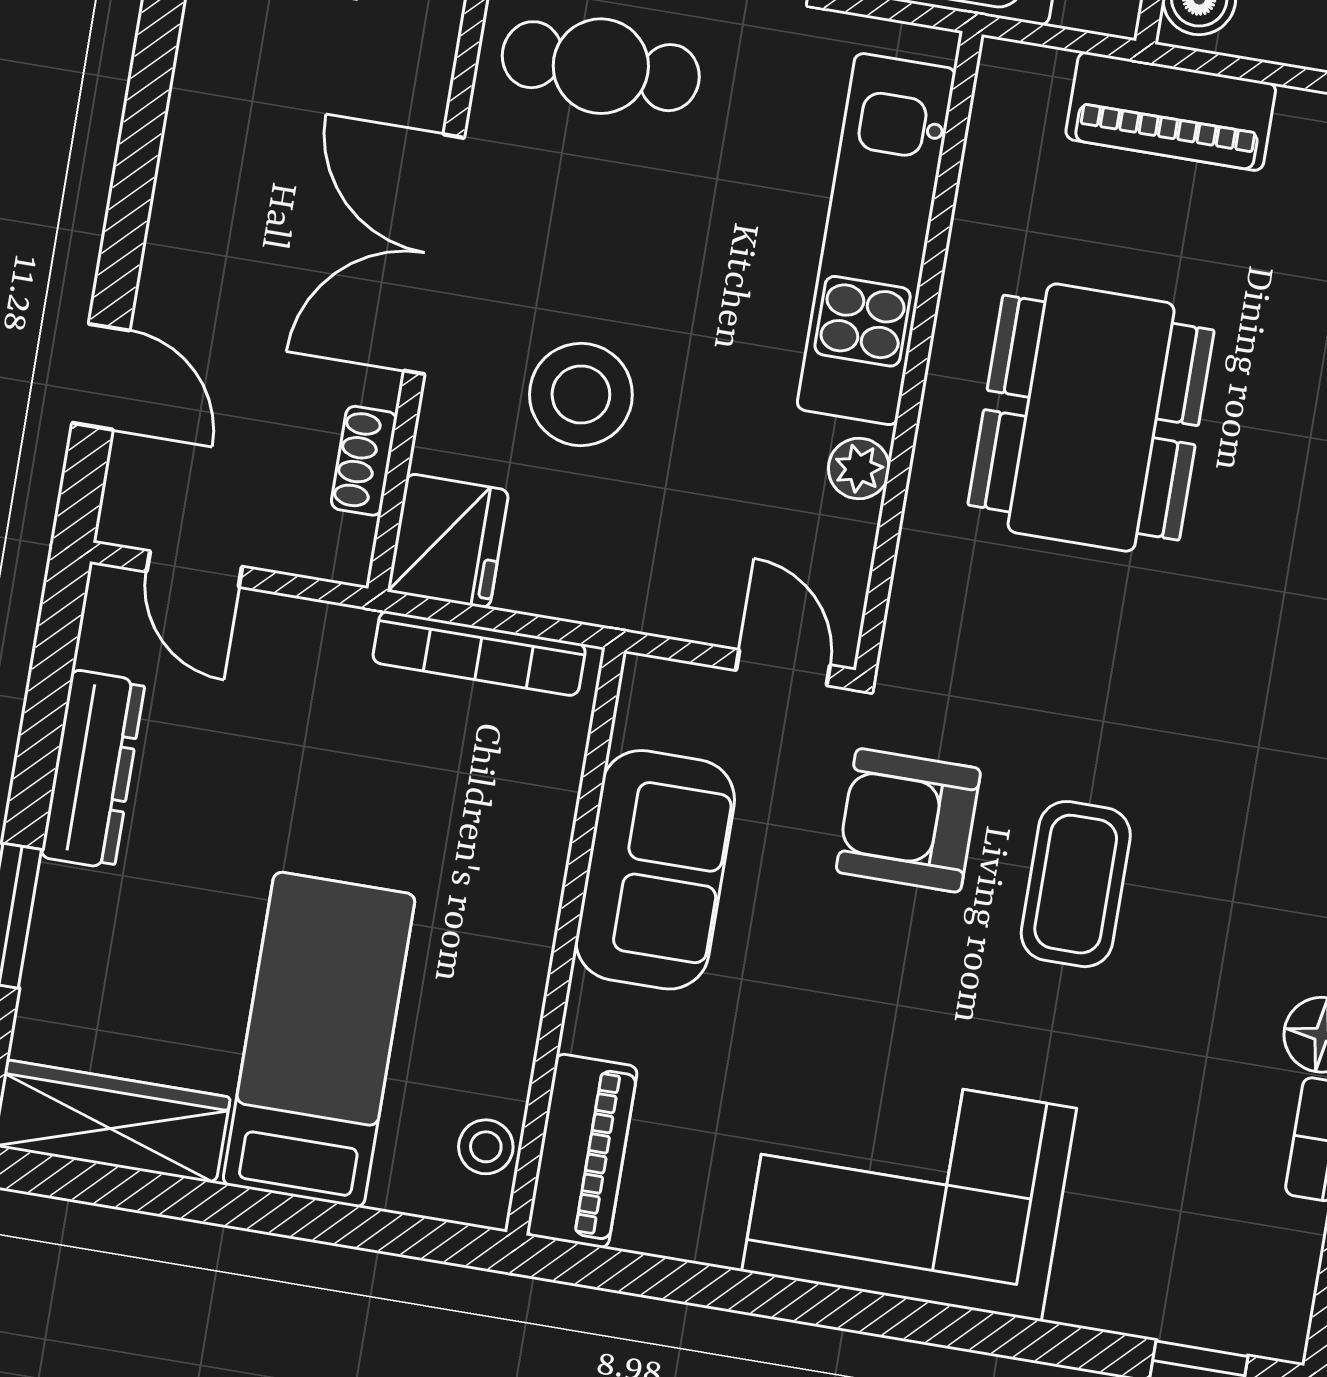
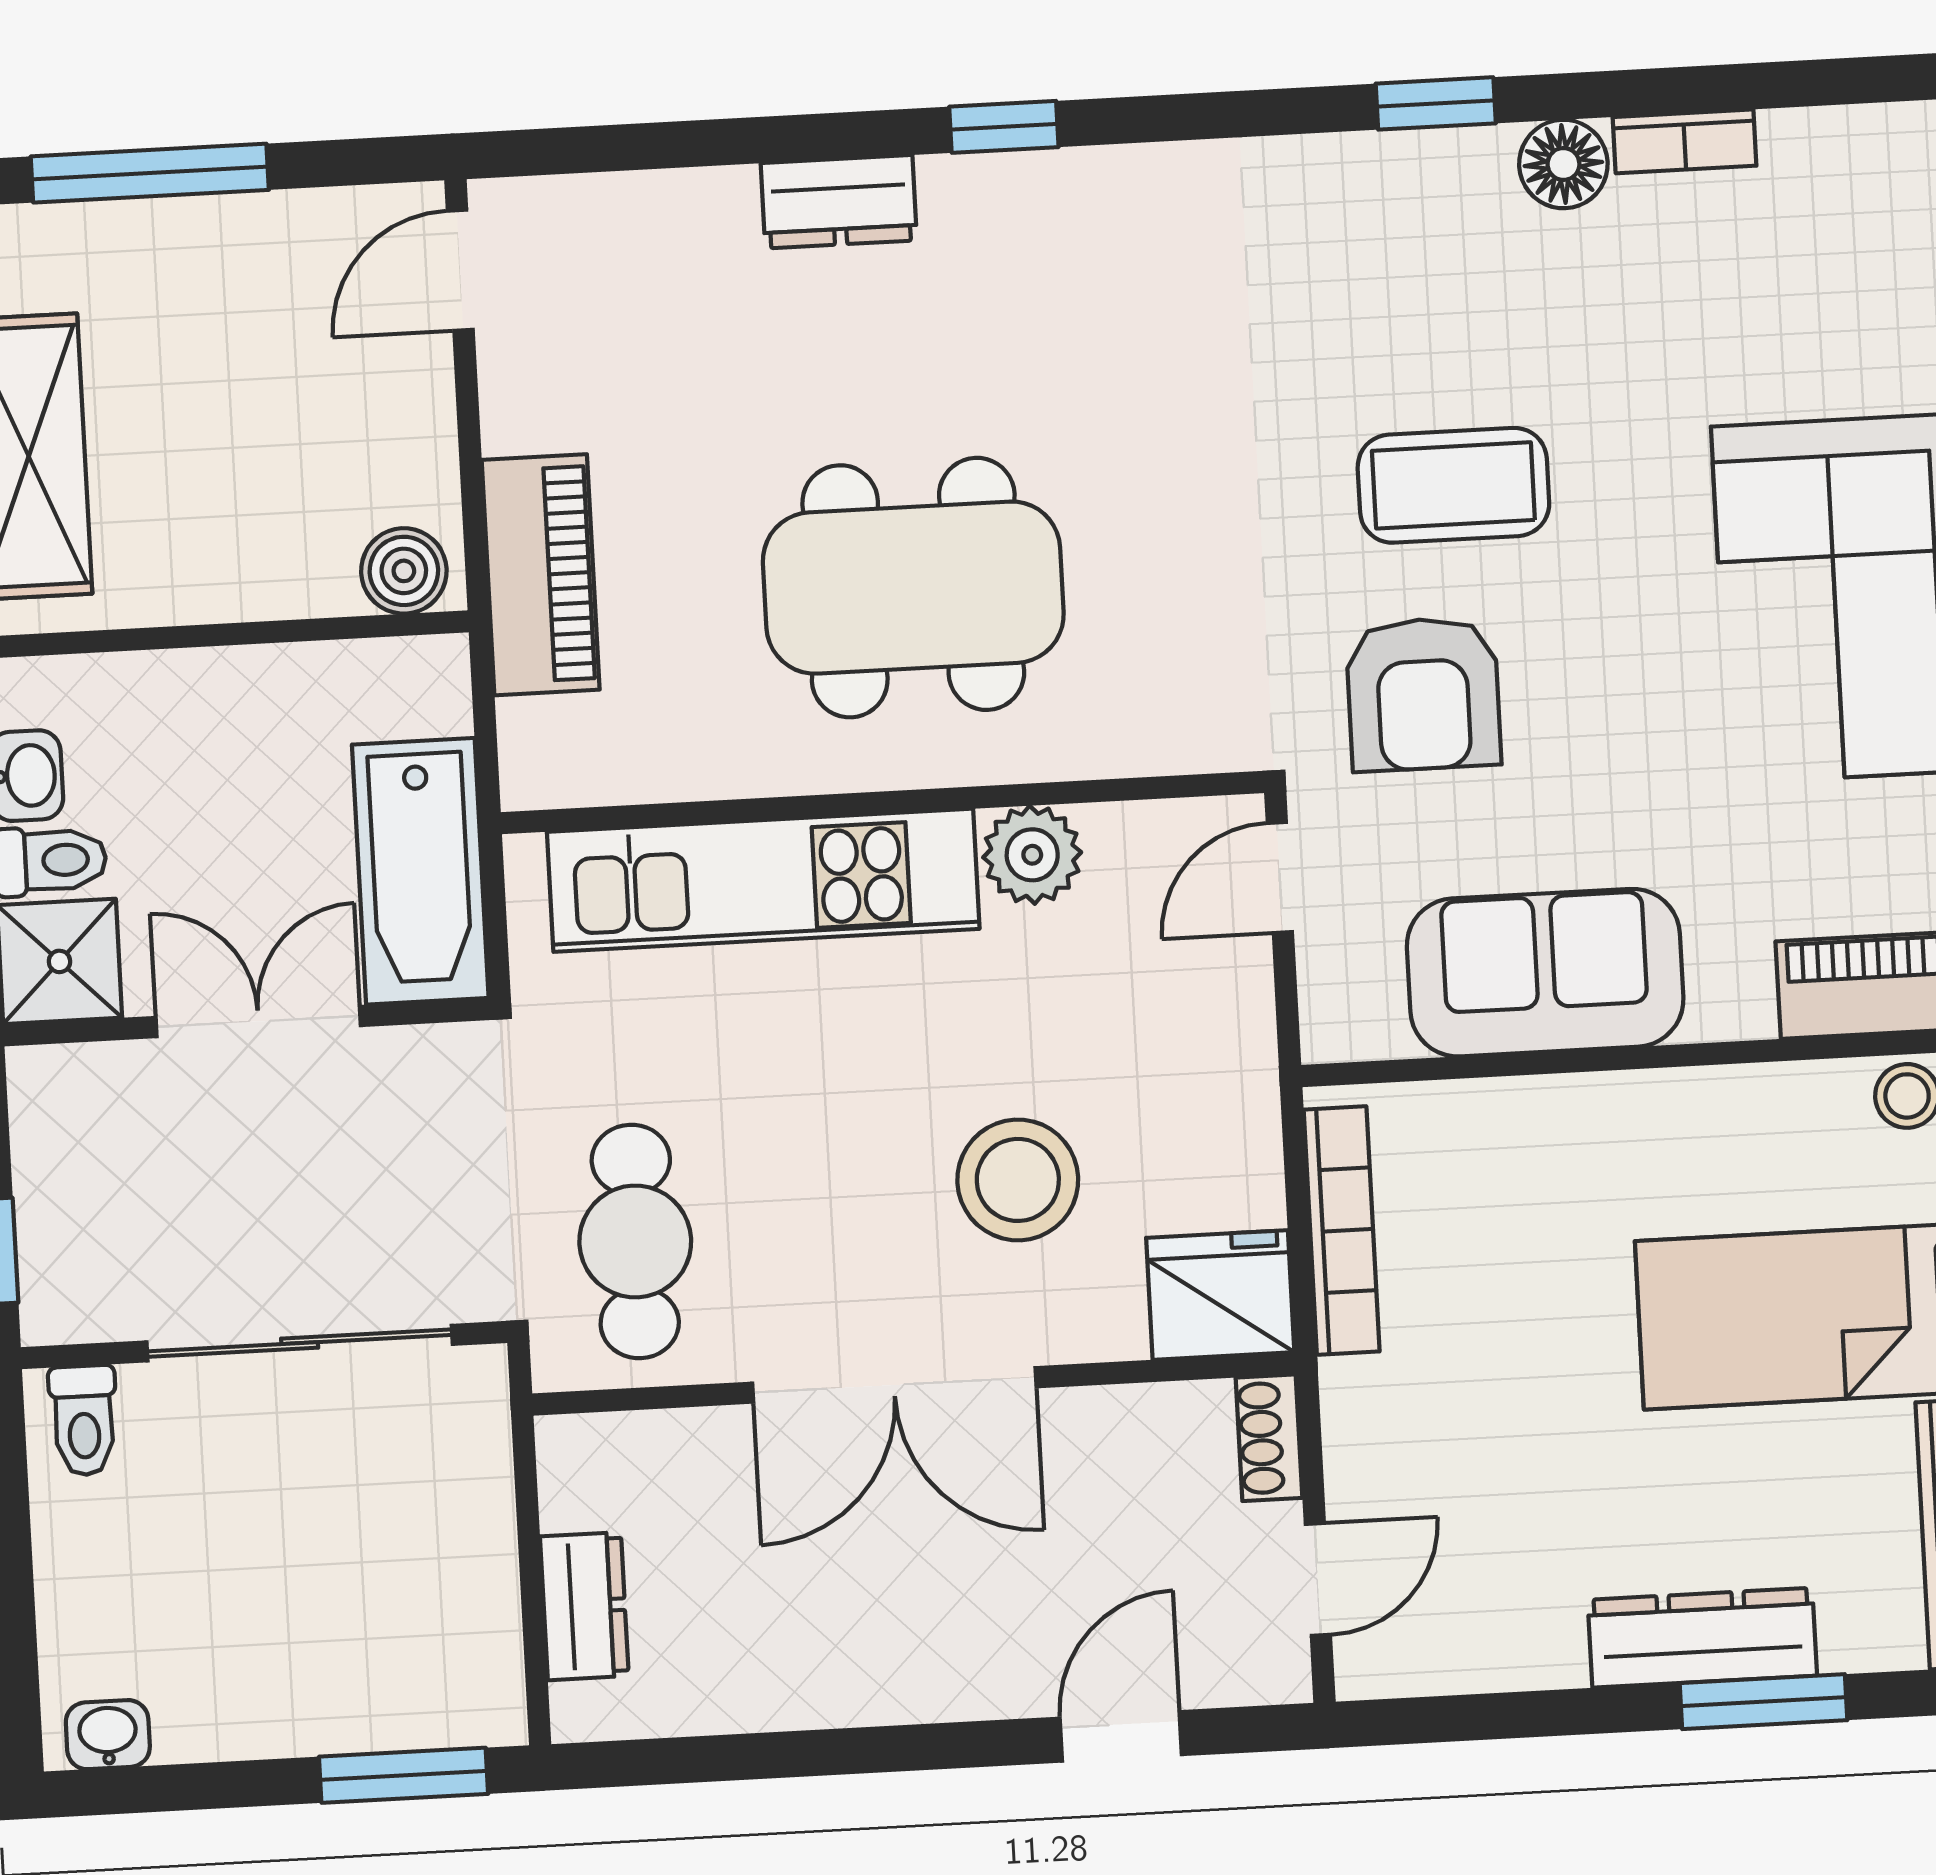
shoe rack: (364, 461) -> (1269, 1438), moved, turned 90
plant: (859, 468) -> (1032, 855), width x1.38, depth x1.38
dresser: (93, 769) -> (1702, 1638), moved

